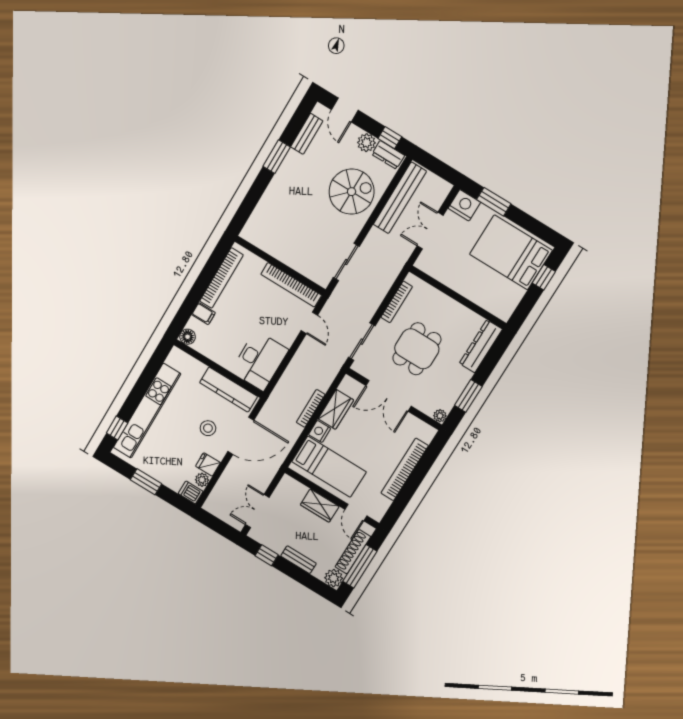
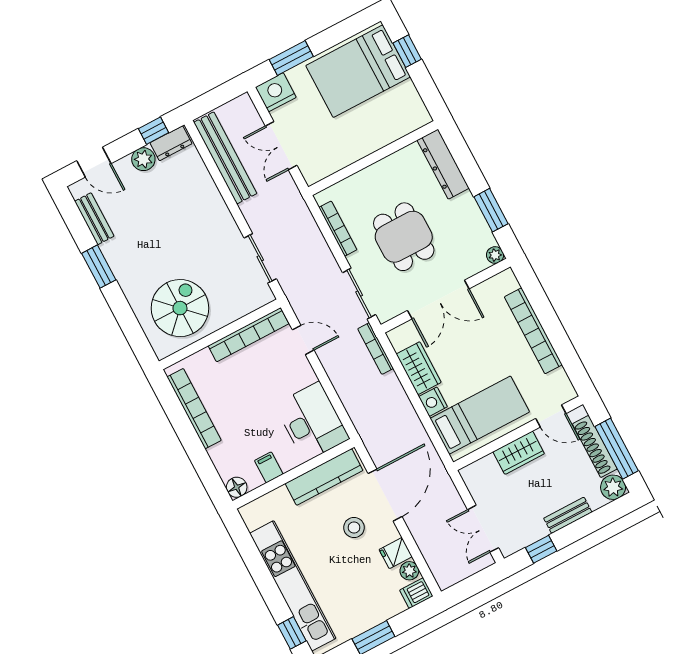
spiral stairs: (352, 192) -> (180, 308), moved
filing cabinet: (204, 314) -> (269, 467), moved, turned -90
bookcase: (311, 408) -> (376, 349), moved

